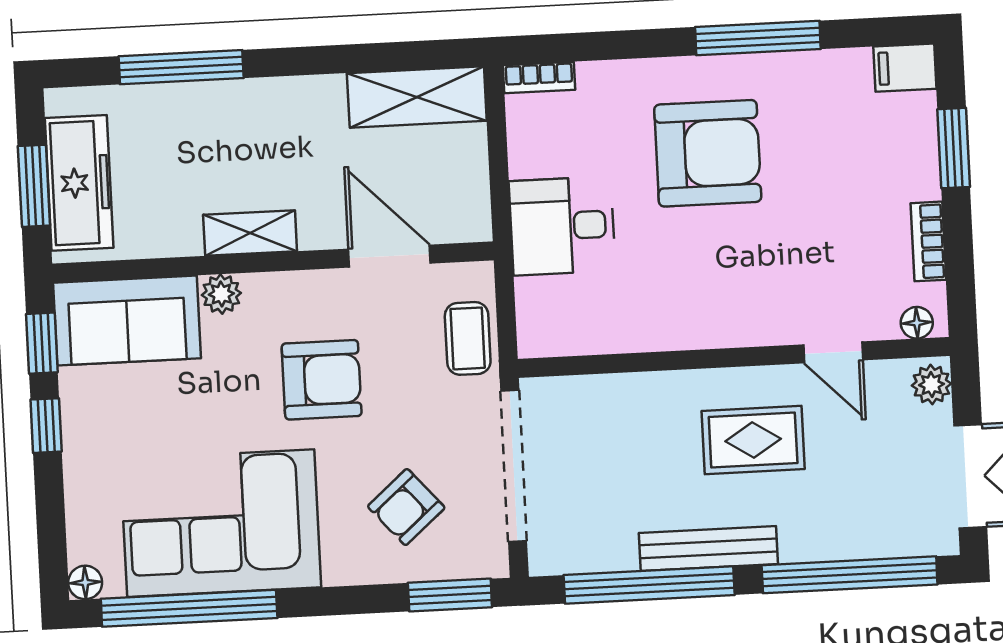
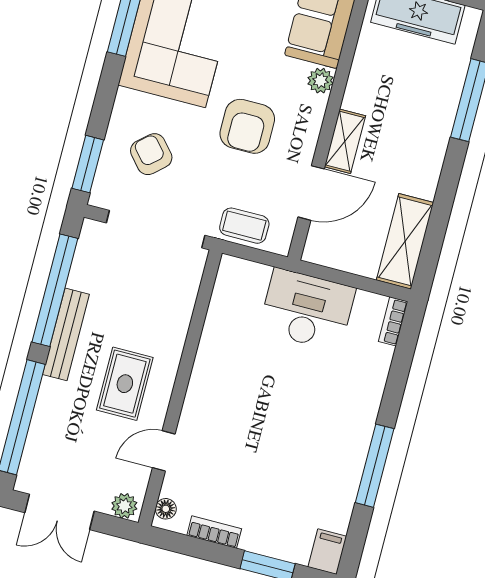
armchair: (708, 153) -> (313, 412), removed
desk: (562, 226) -> (307, 310), width x1.37
shelving: (250, 233) -> (345, 141), moved

